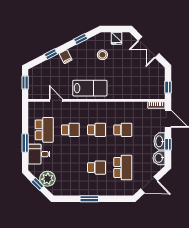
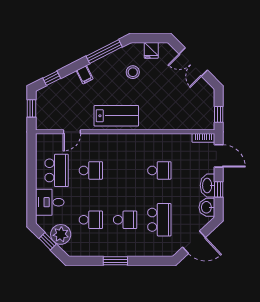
window: (81, 39) -> (104, 52), width x2.17
window: (51, 54) -> (52, 78), moved
door: (56, 100) -> (72, 132), swing flipped
school desk: (97, 130) -> (91, 220), moved
window: (25, 143) -> (31, 188), removed

